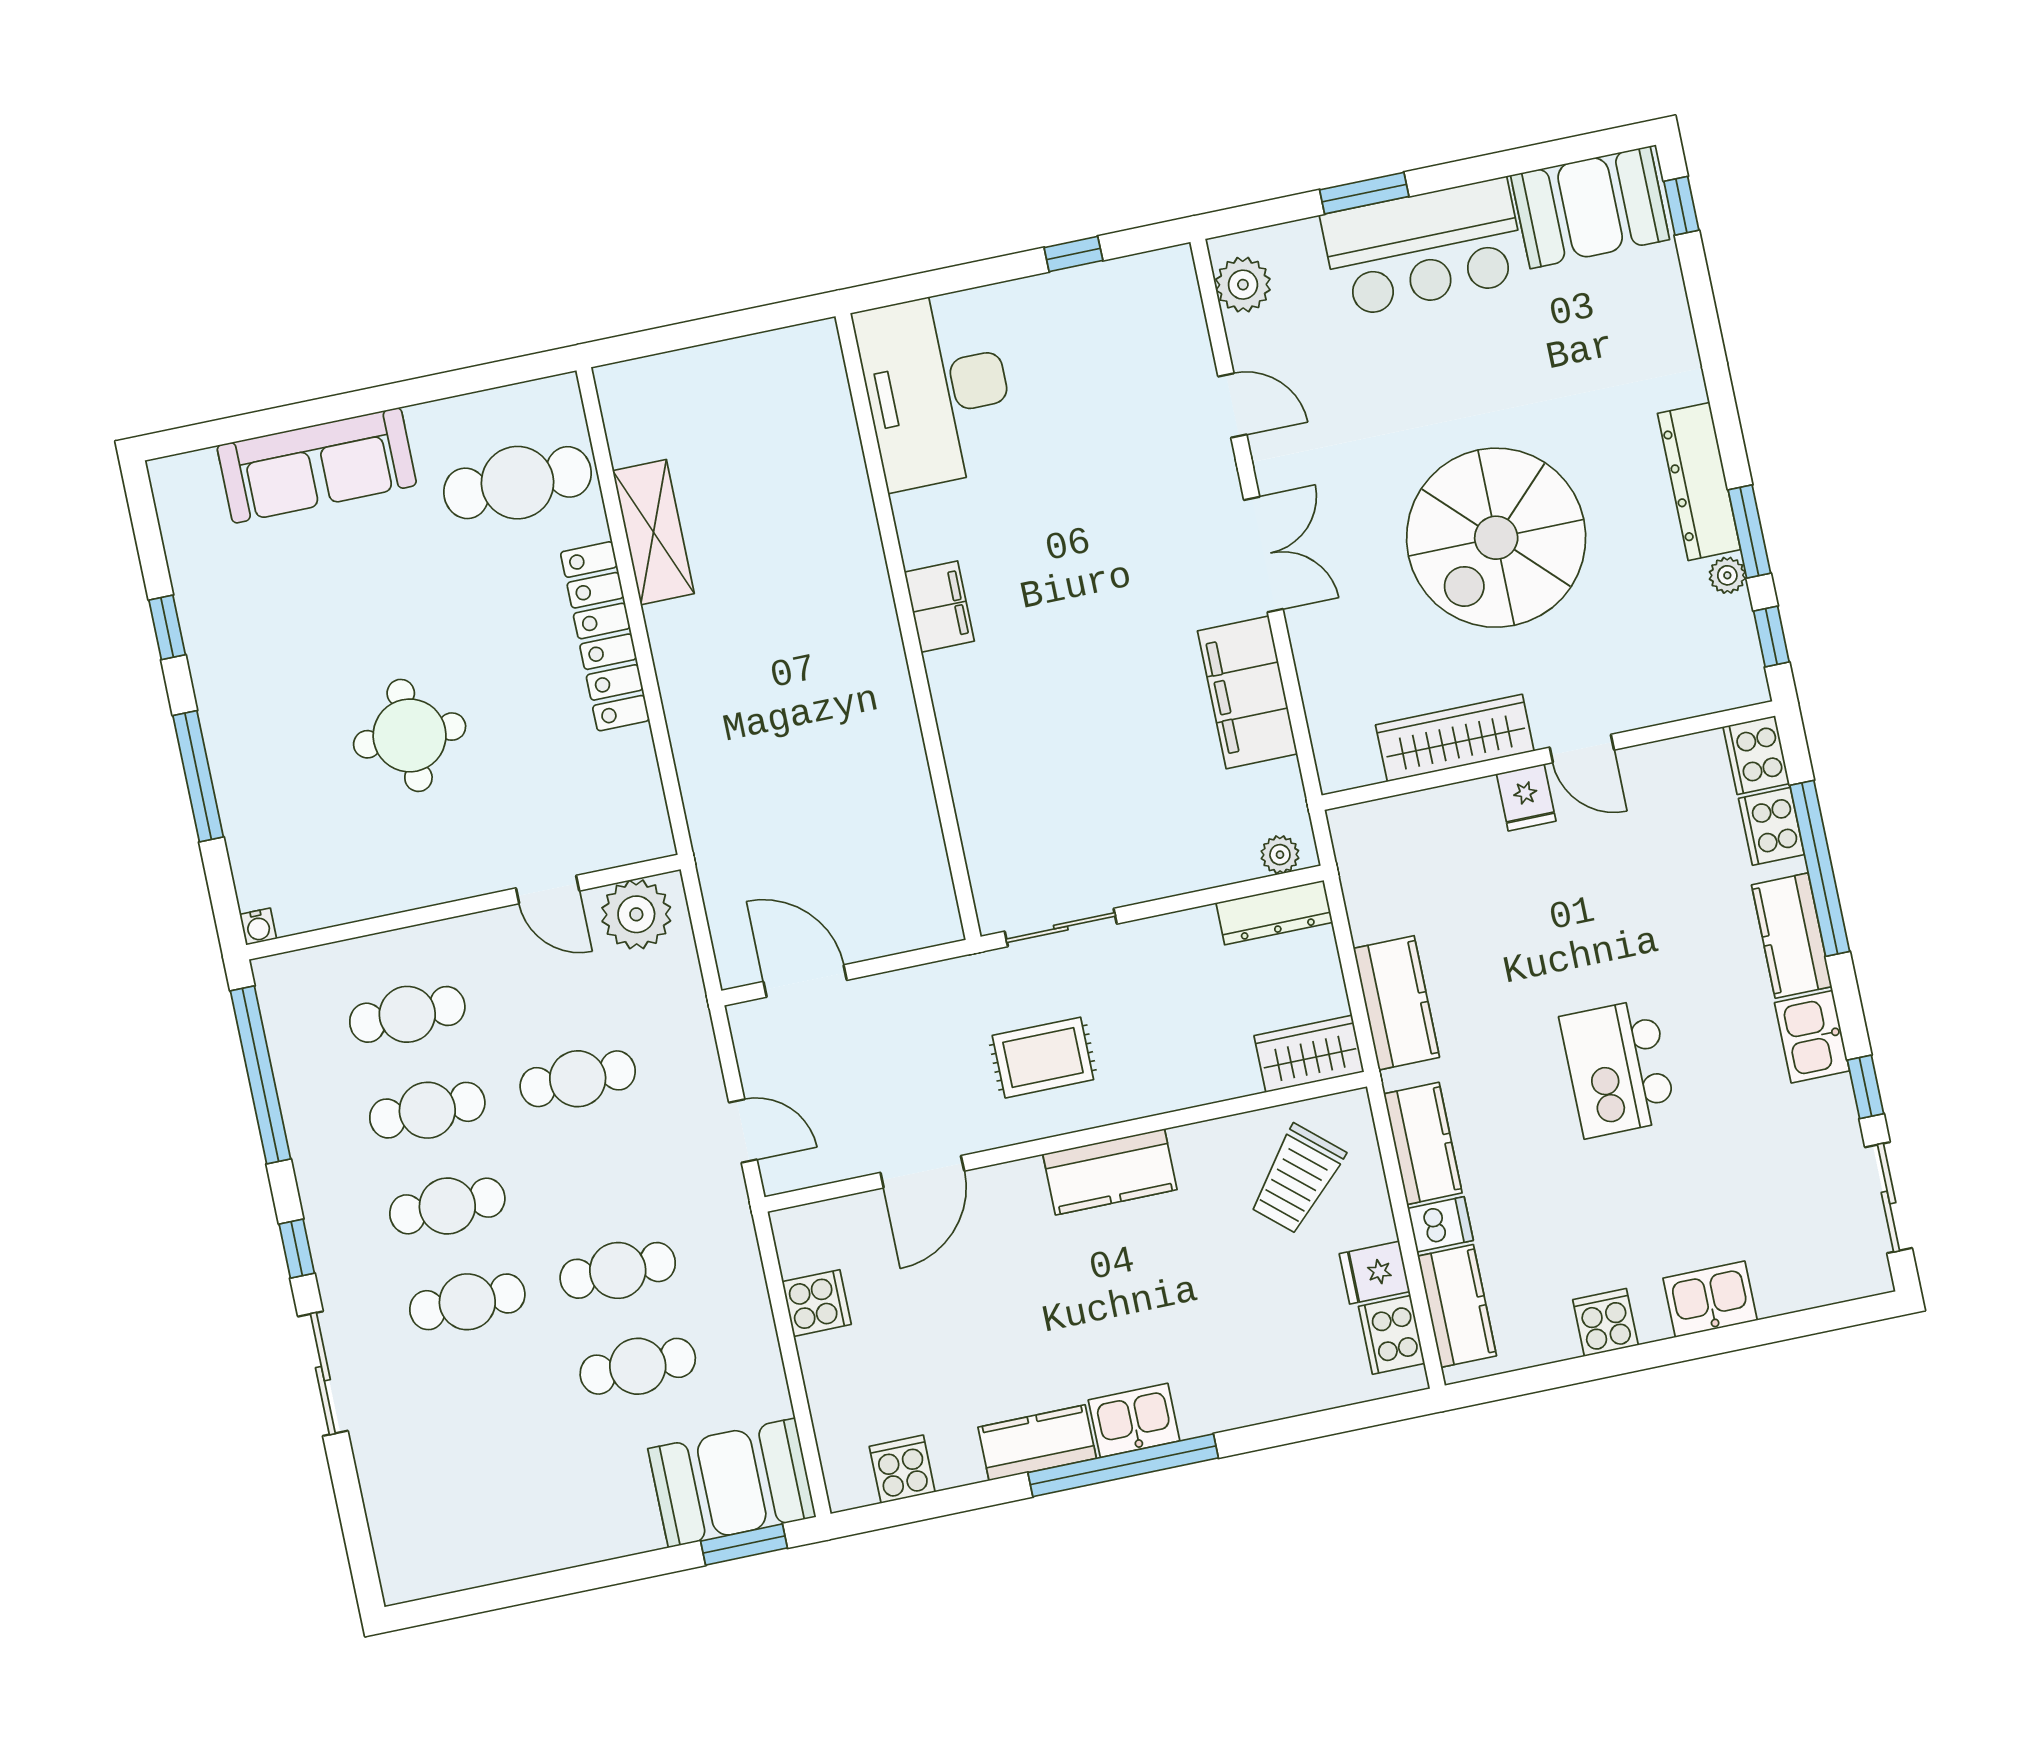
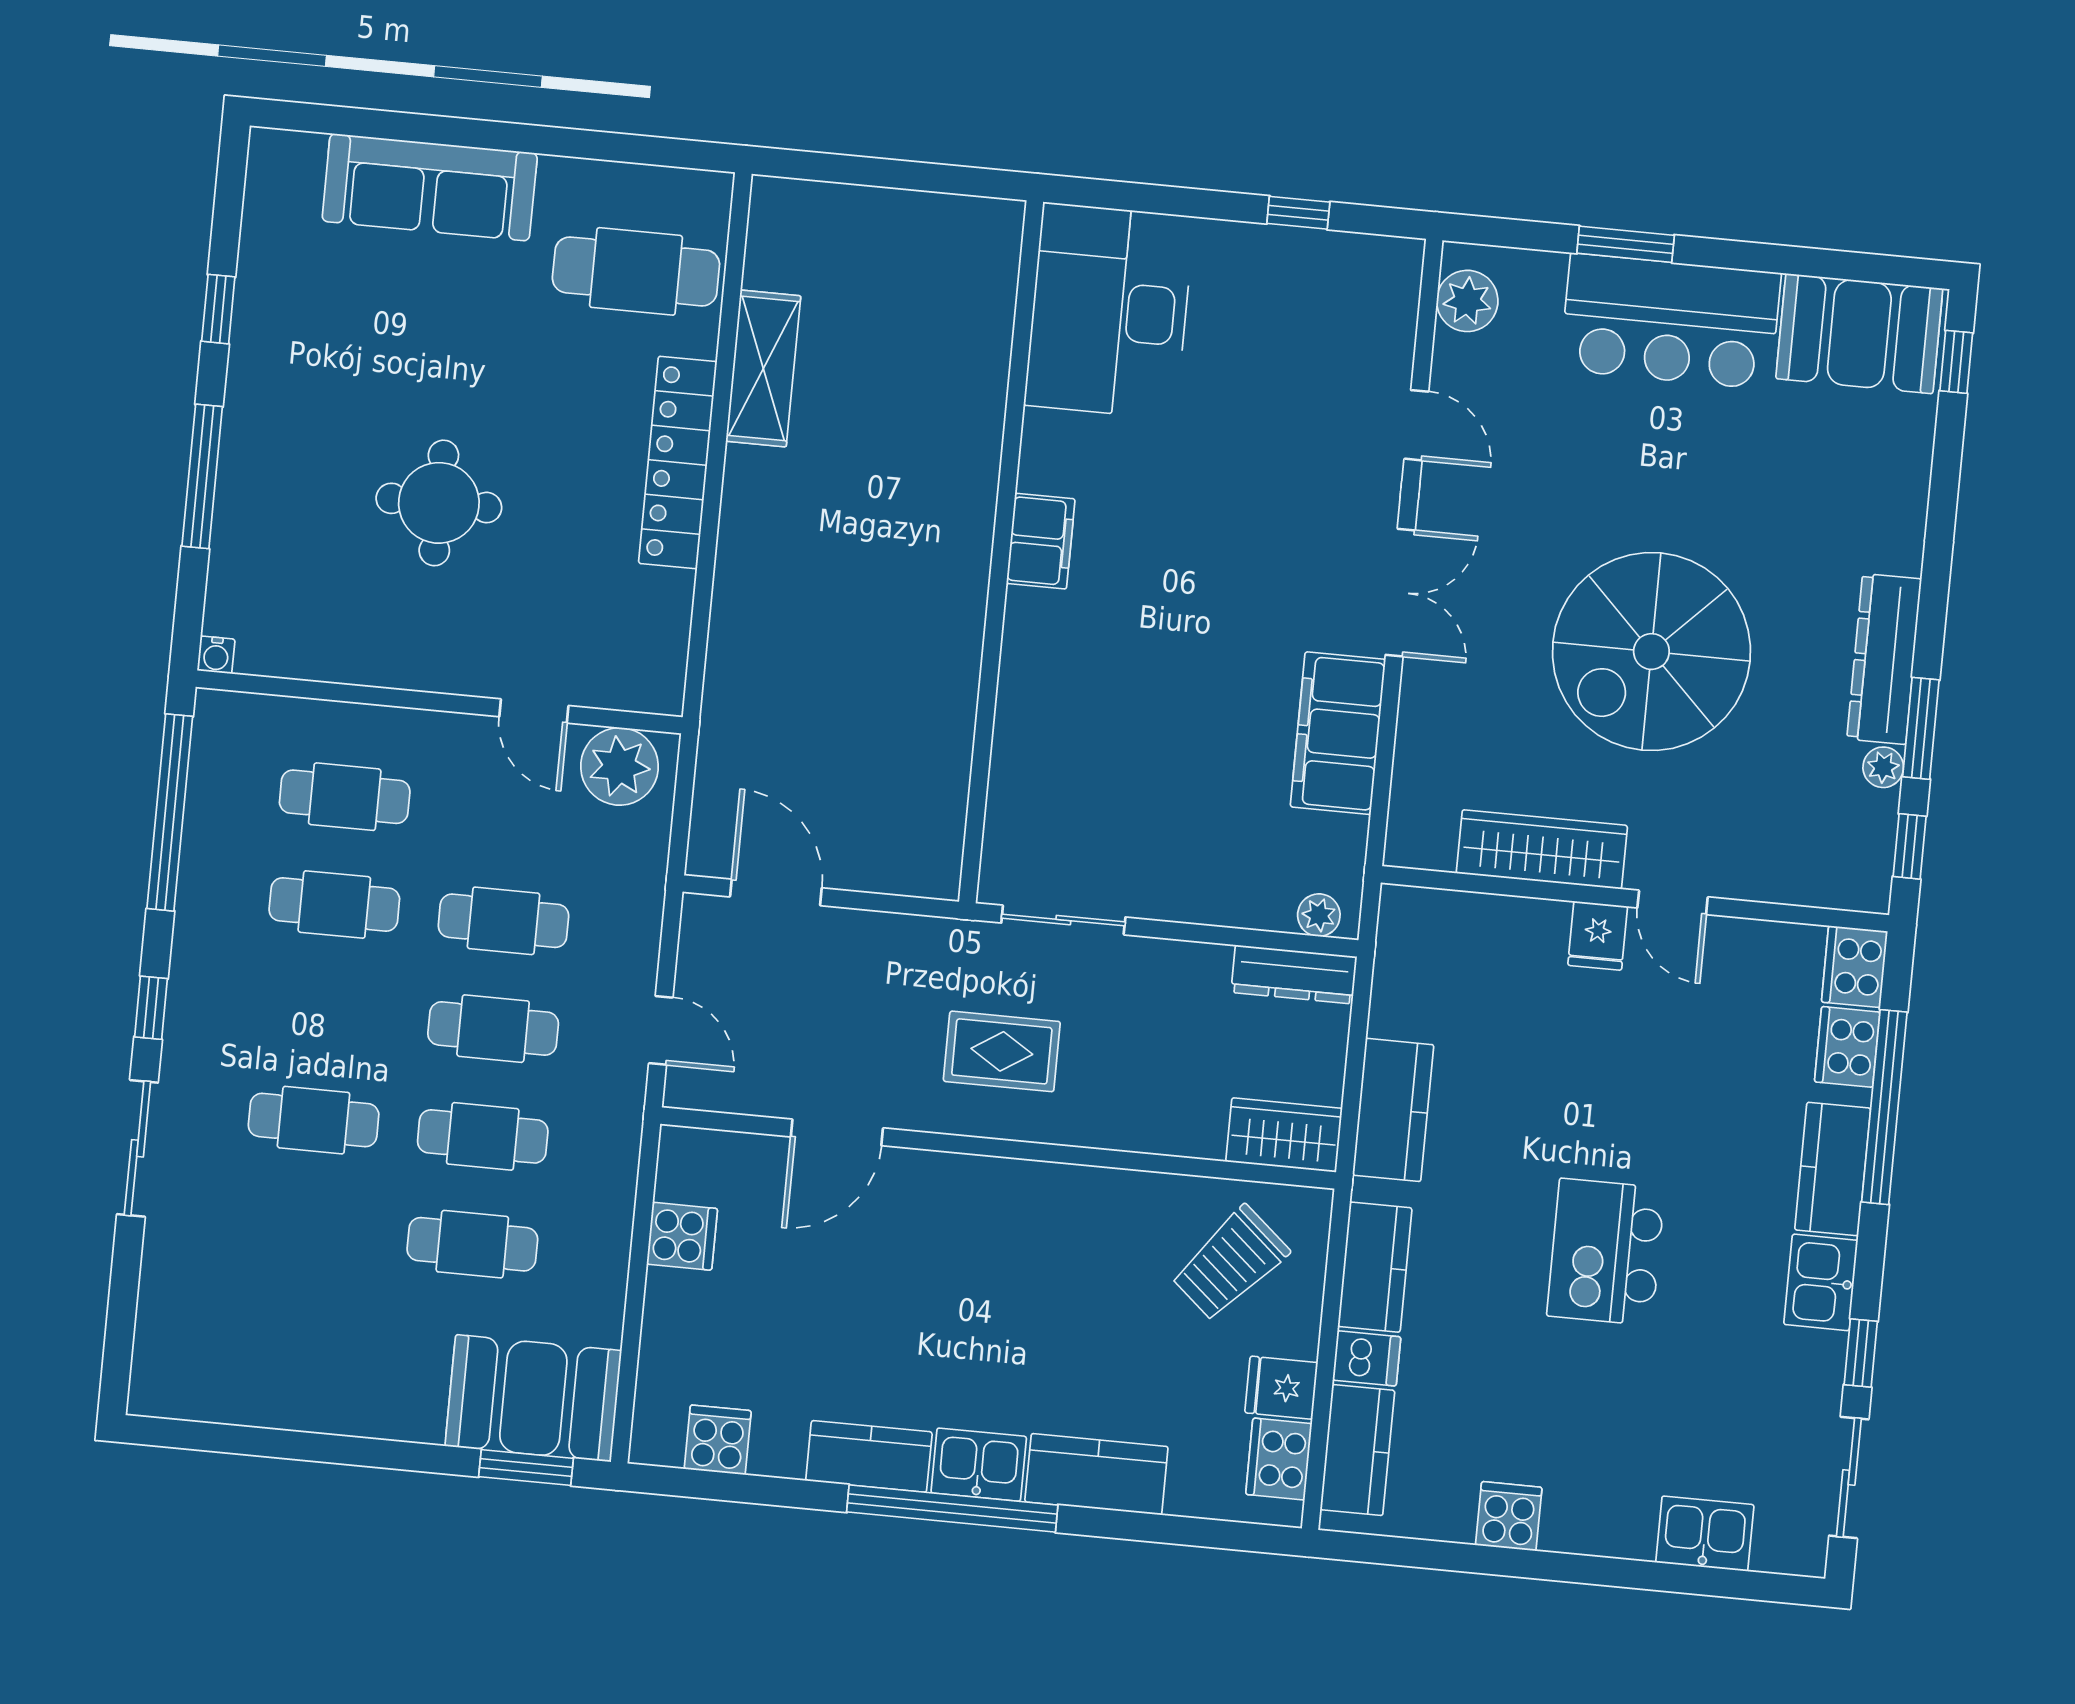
kitchen counter: (1110, 1172) -> (1096, 1474), moved, turned 180
cafe table: (447, 1206) -> (493, 1029), moved
kitchen sink: (1710, 1299) -> (1705, 1534), moved

